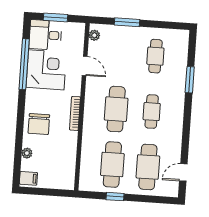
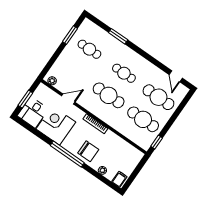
window: (127, 22) -> (70, 35), moved
window: (24, 64) -> (67, 154), moved
window: (115, 197) -> (157, 142), moved

